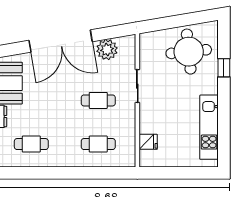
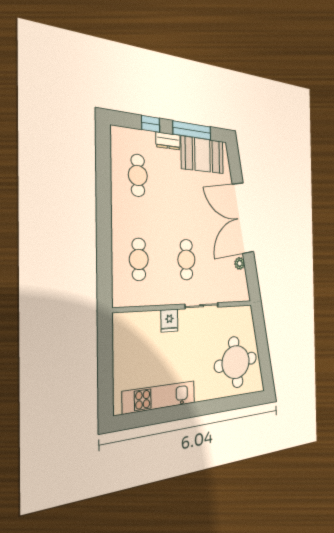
plant: (107, 50) -> (240, 263), width x0.53, depth x0.53
window: (224, 68) -> (221, 405), removed
fridge: (148, 142) -> (169, 321), moved

